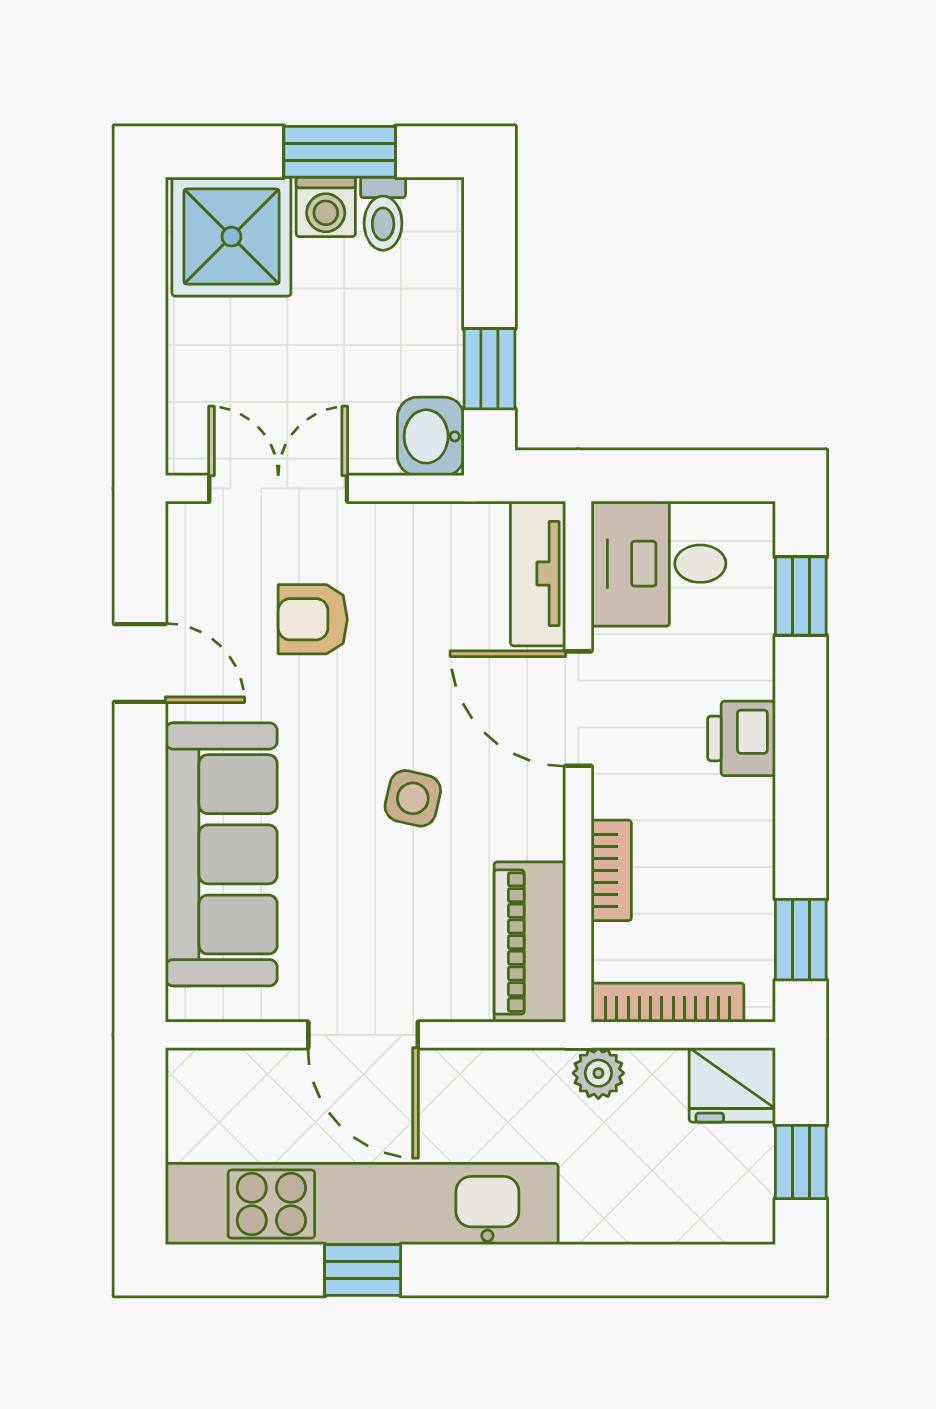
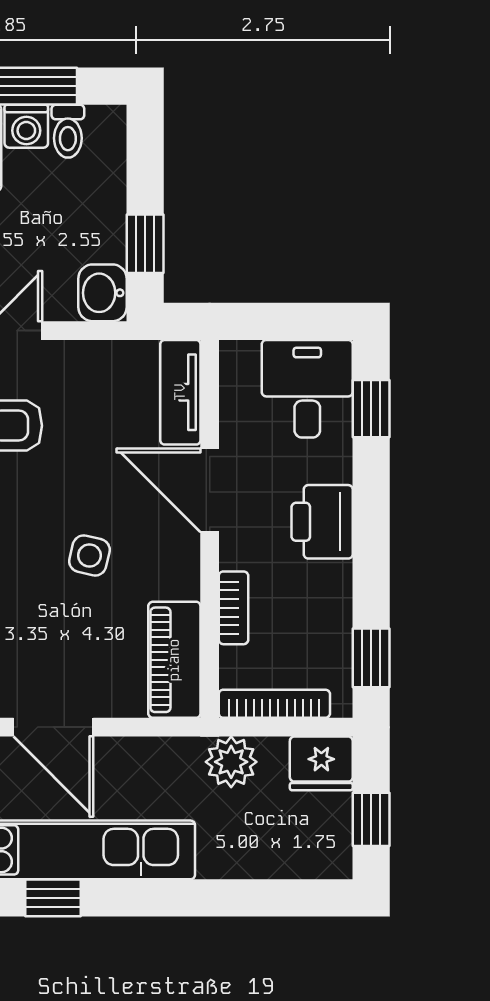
desk: (659, 564) -> (307, 389), moved, turned 90
printer: (742, 738) -> (322, 522), width x1.36, depth x1.24
plant: (598, 1073) -> (231, 762), width x1.38, depth x1.38

